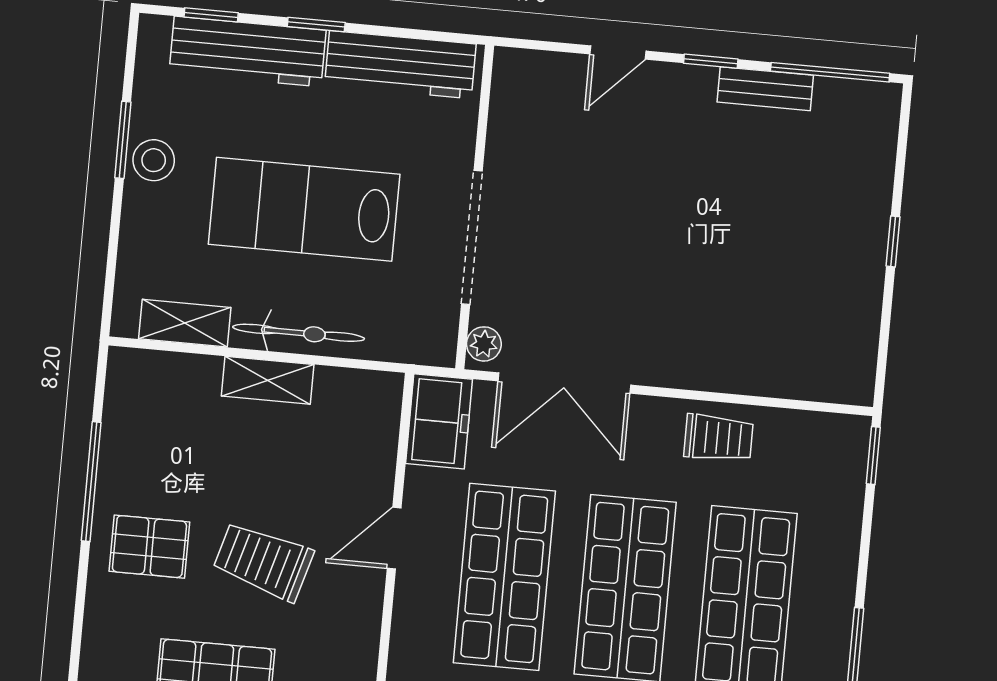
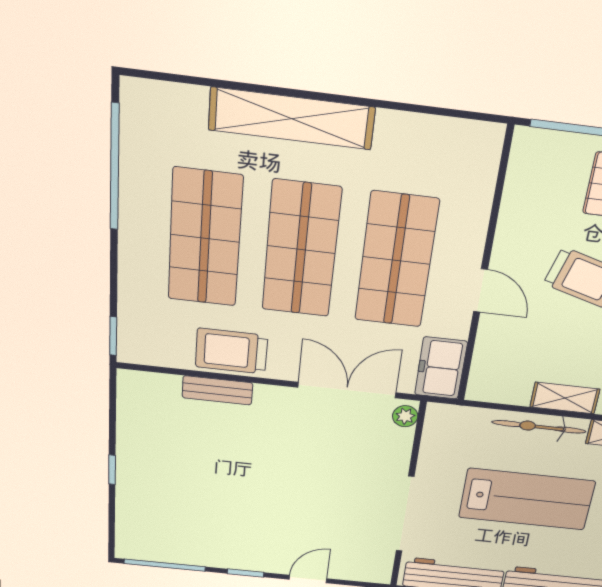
bench: (765, 89) -> (217, 390), moved
doorway: (472, 237) -> (405, 514), moved
trolley: (718, 438) -> (231, 351), width x1.36, depth x1.39
door: (394, 538) -> (481, 291), hinge flipped

